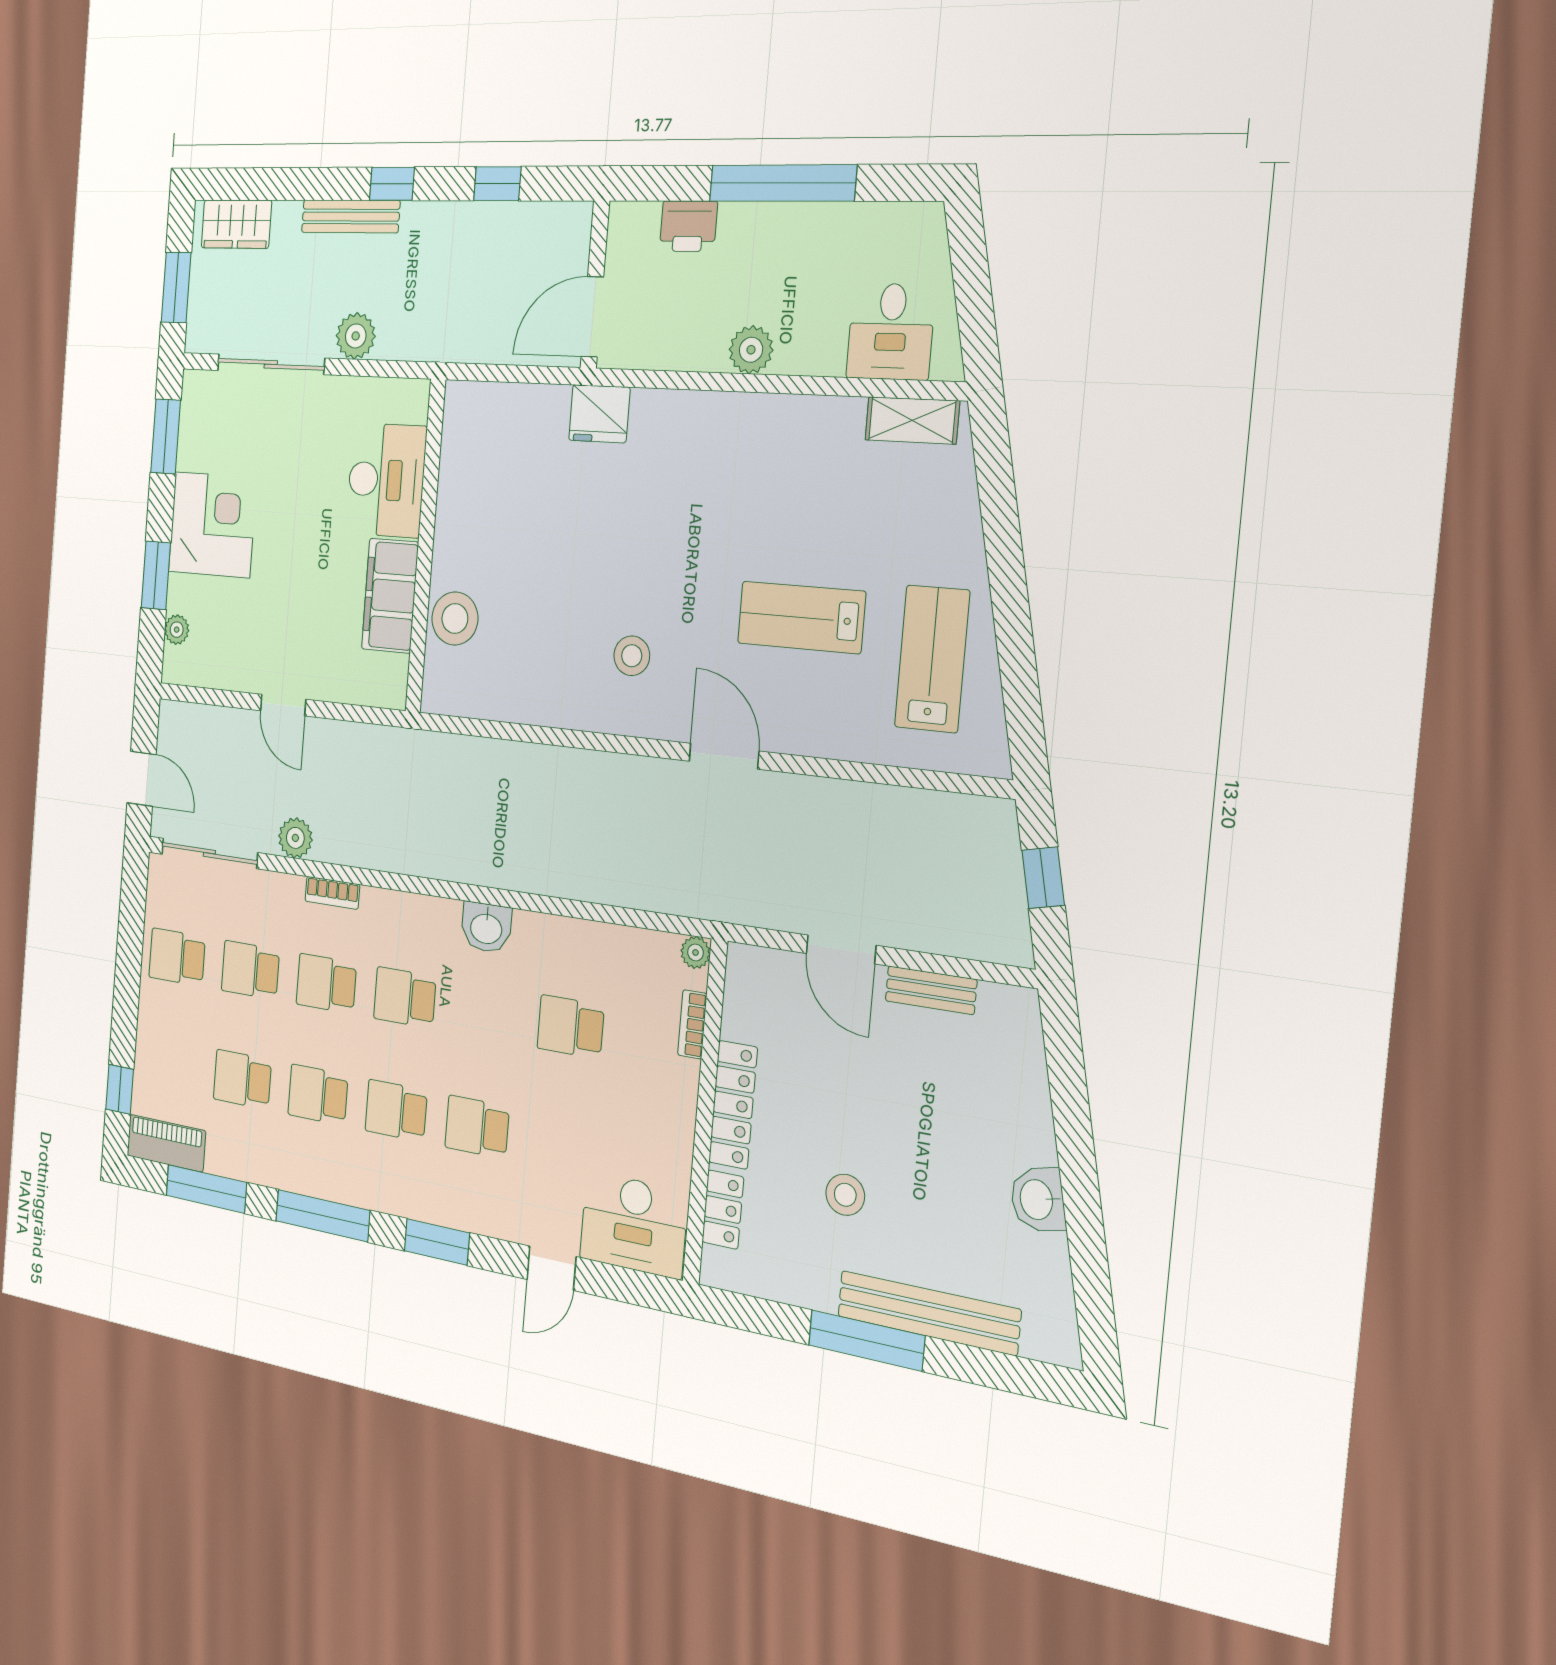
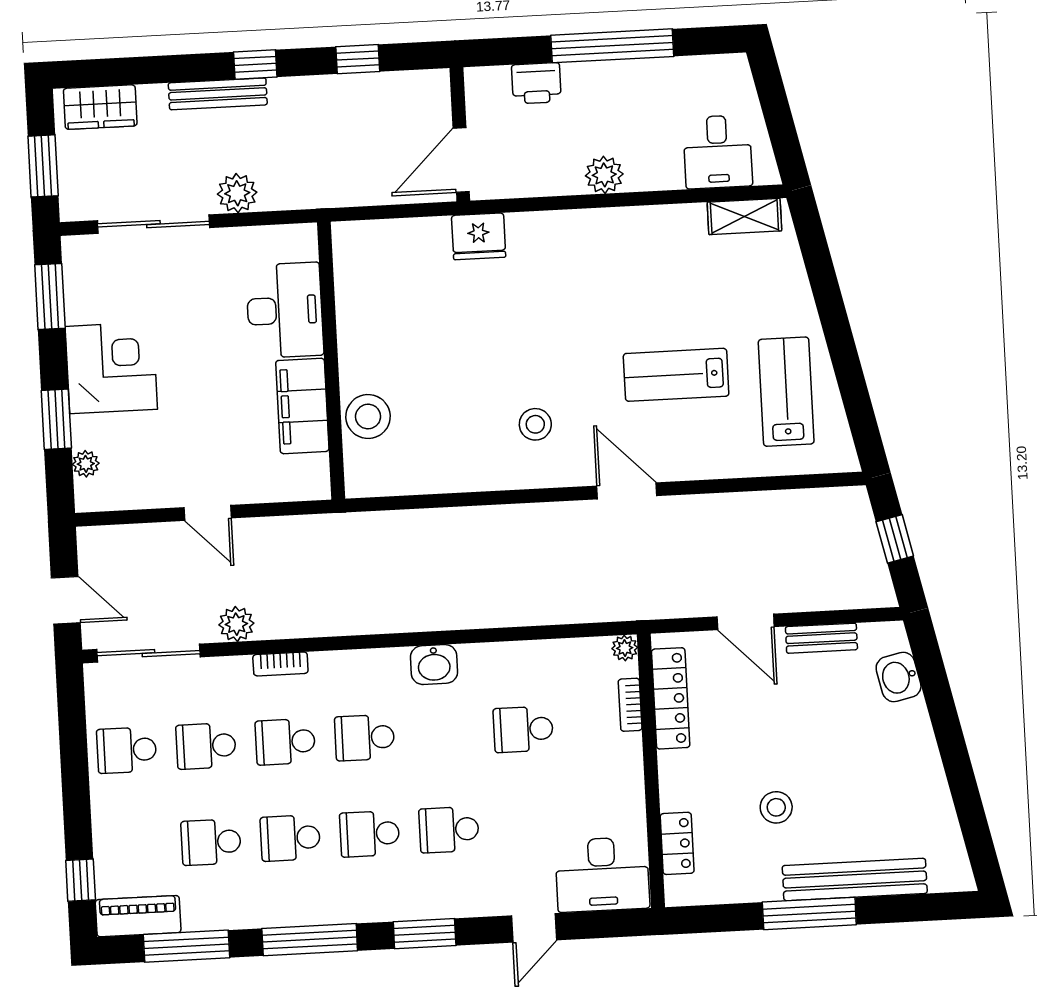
locker: (733, 1105) -> (671, 698), moved
washbasin: (1038, 1200) -> (899, 677), moved

